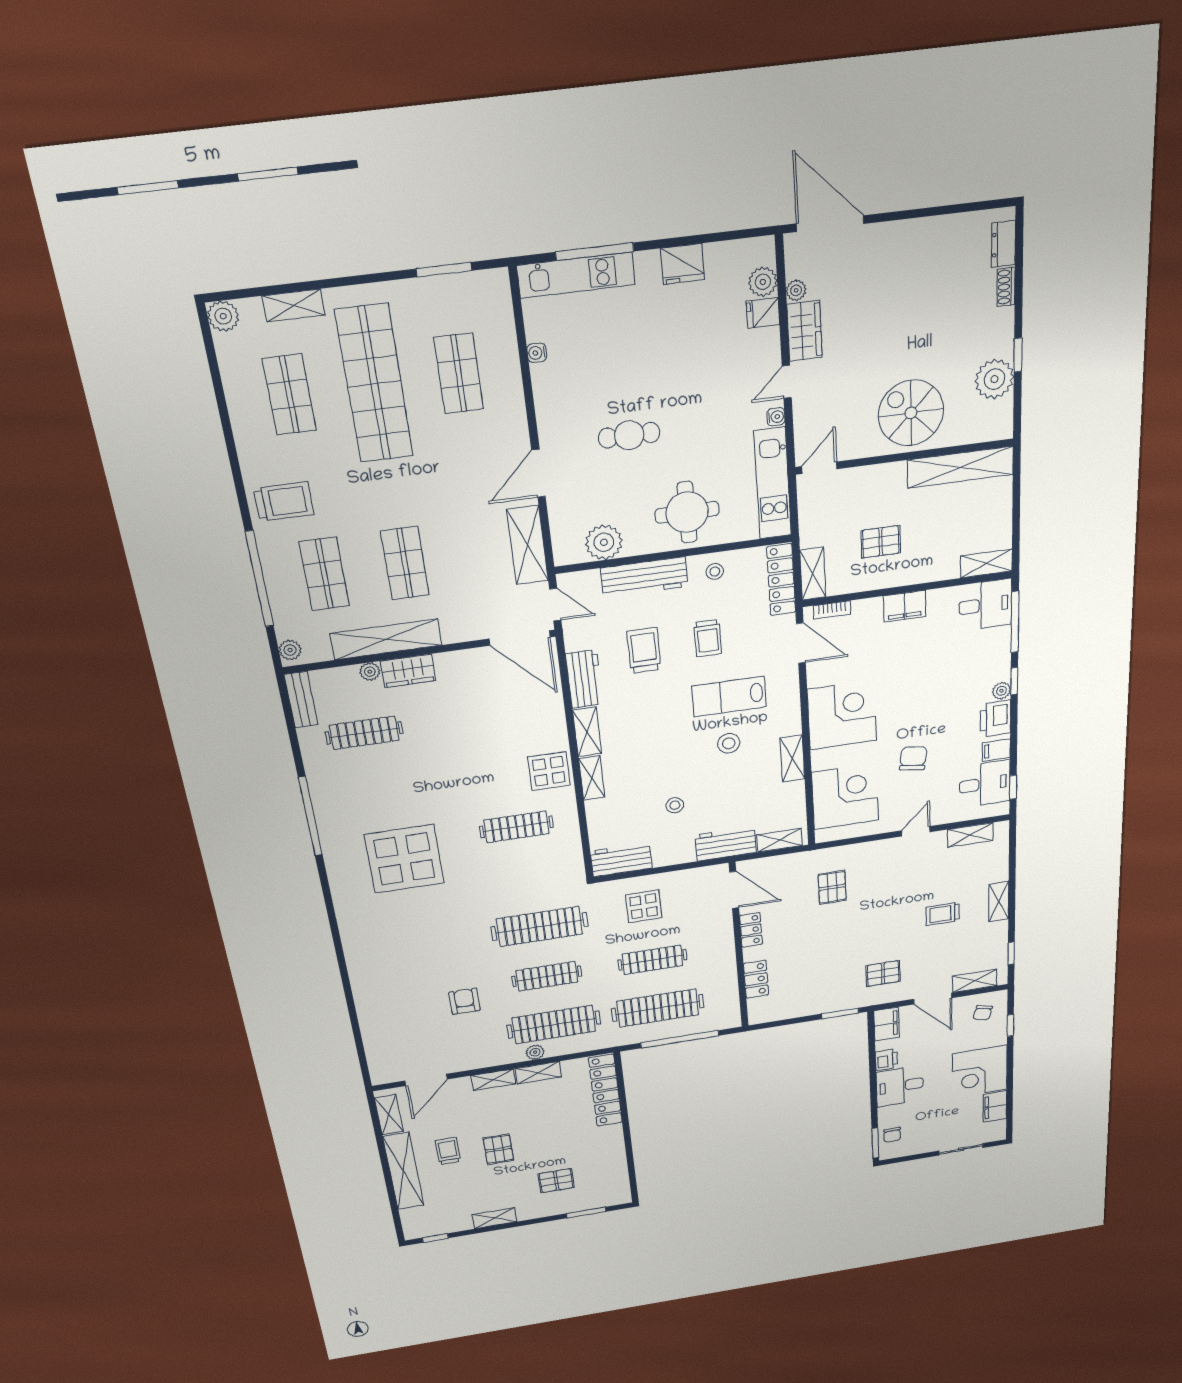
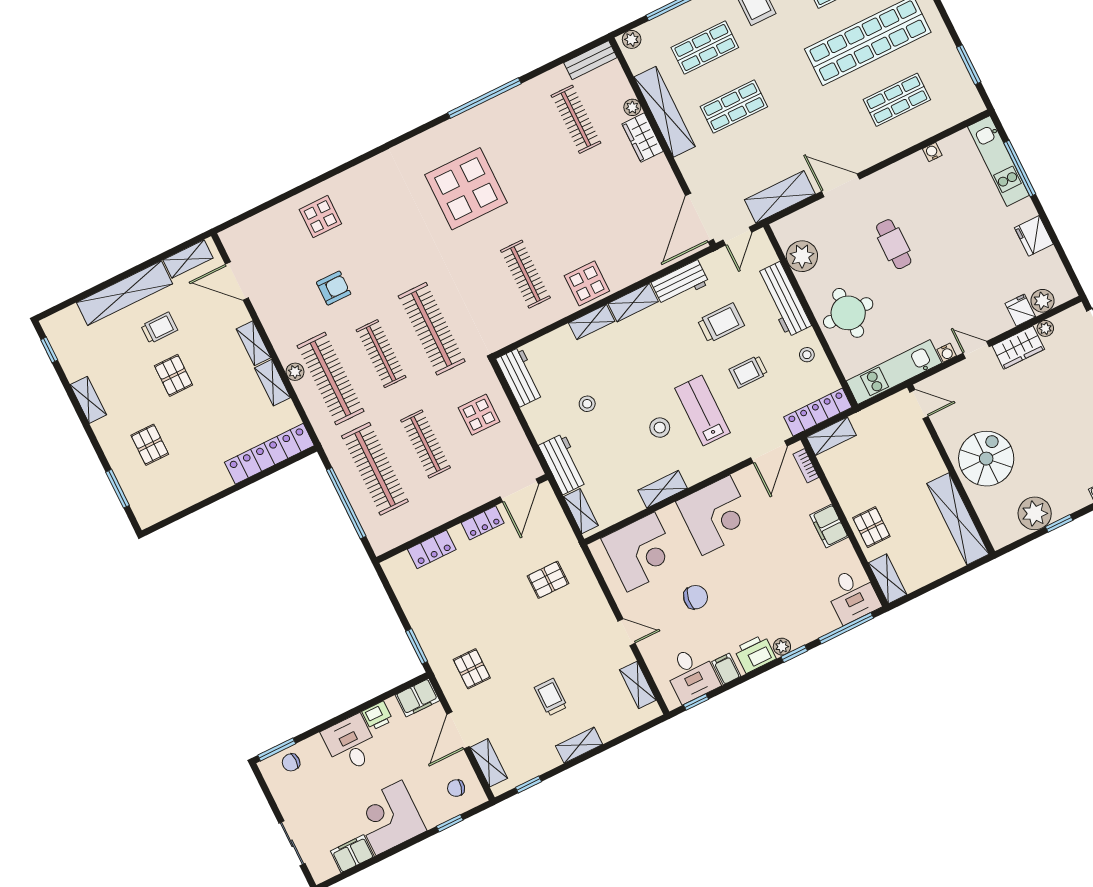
pallet: (881, 542) -> (871, 527), moved
display table: (387, 996) -> (320, 217), added
pallet: (498, 1149) -> (174, 375), turned 90

